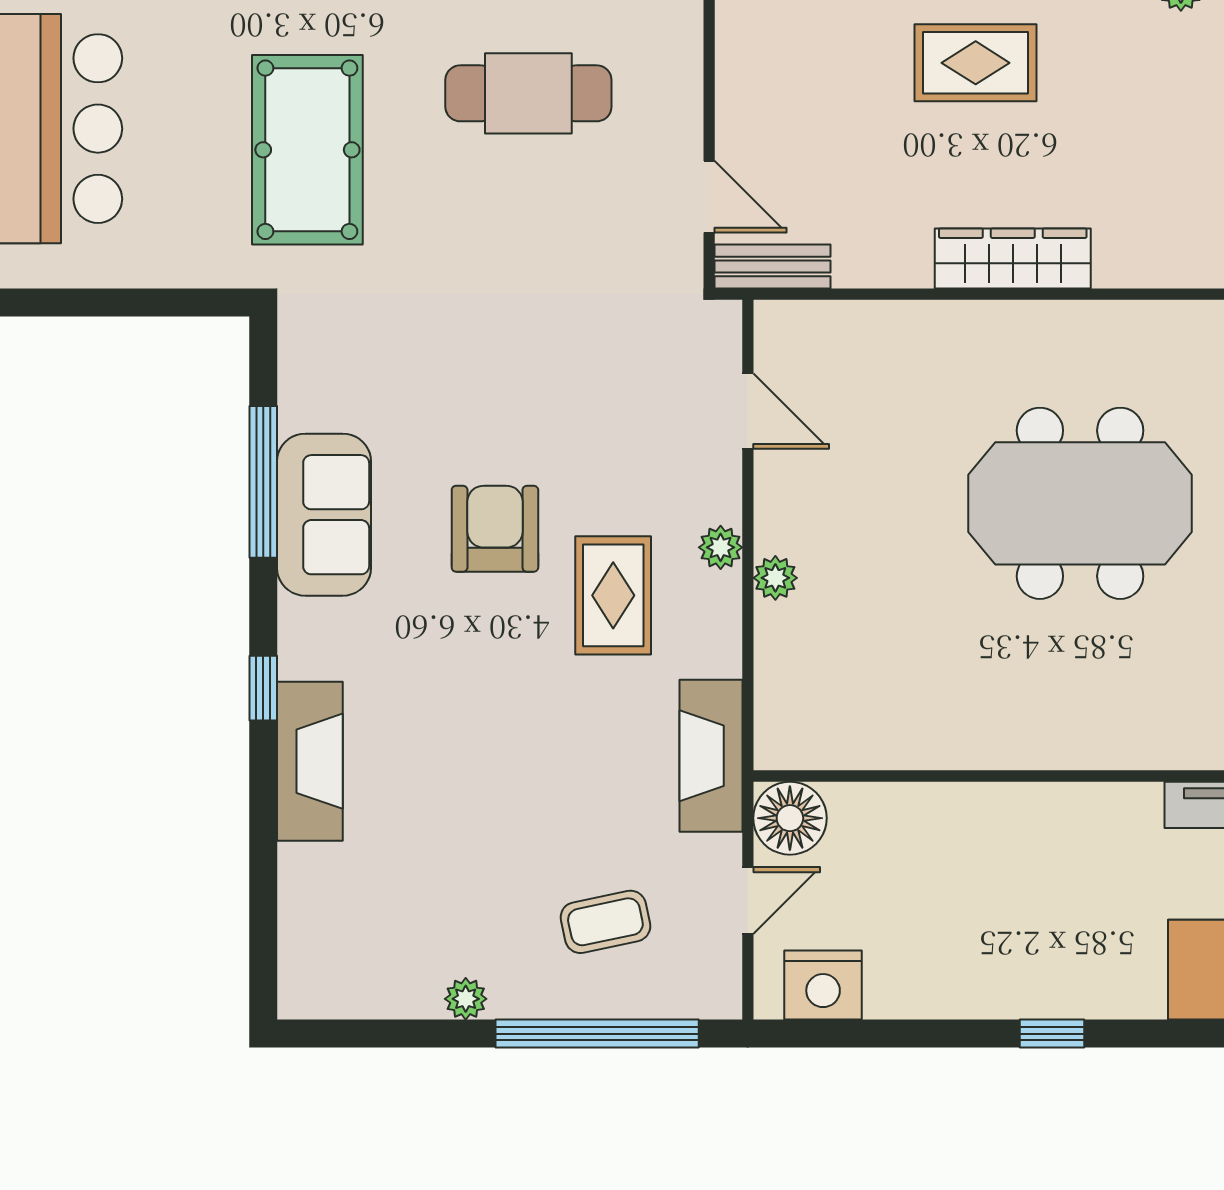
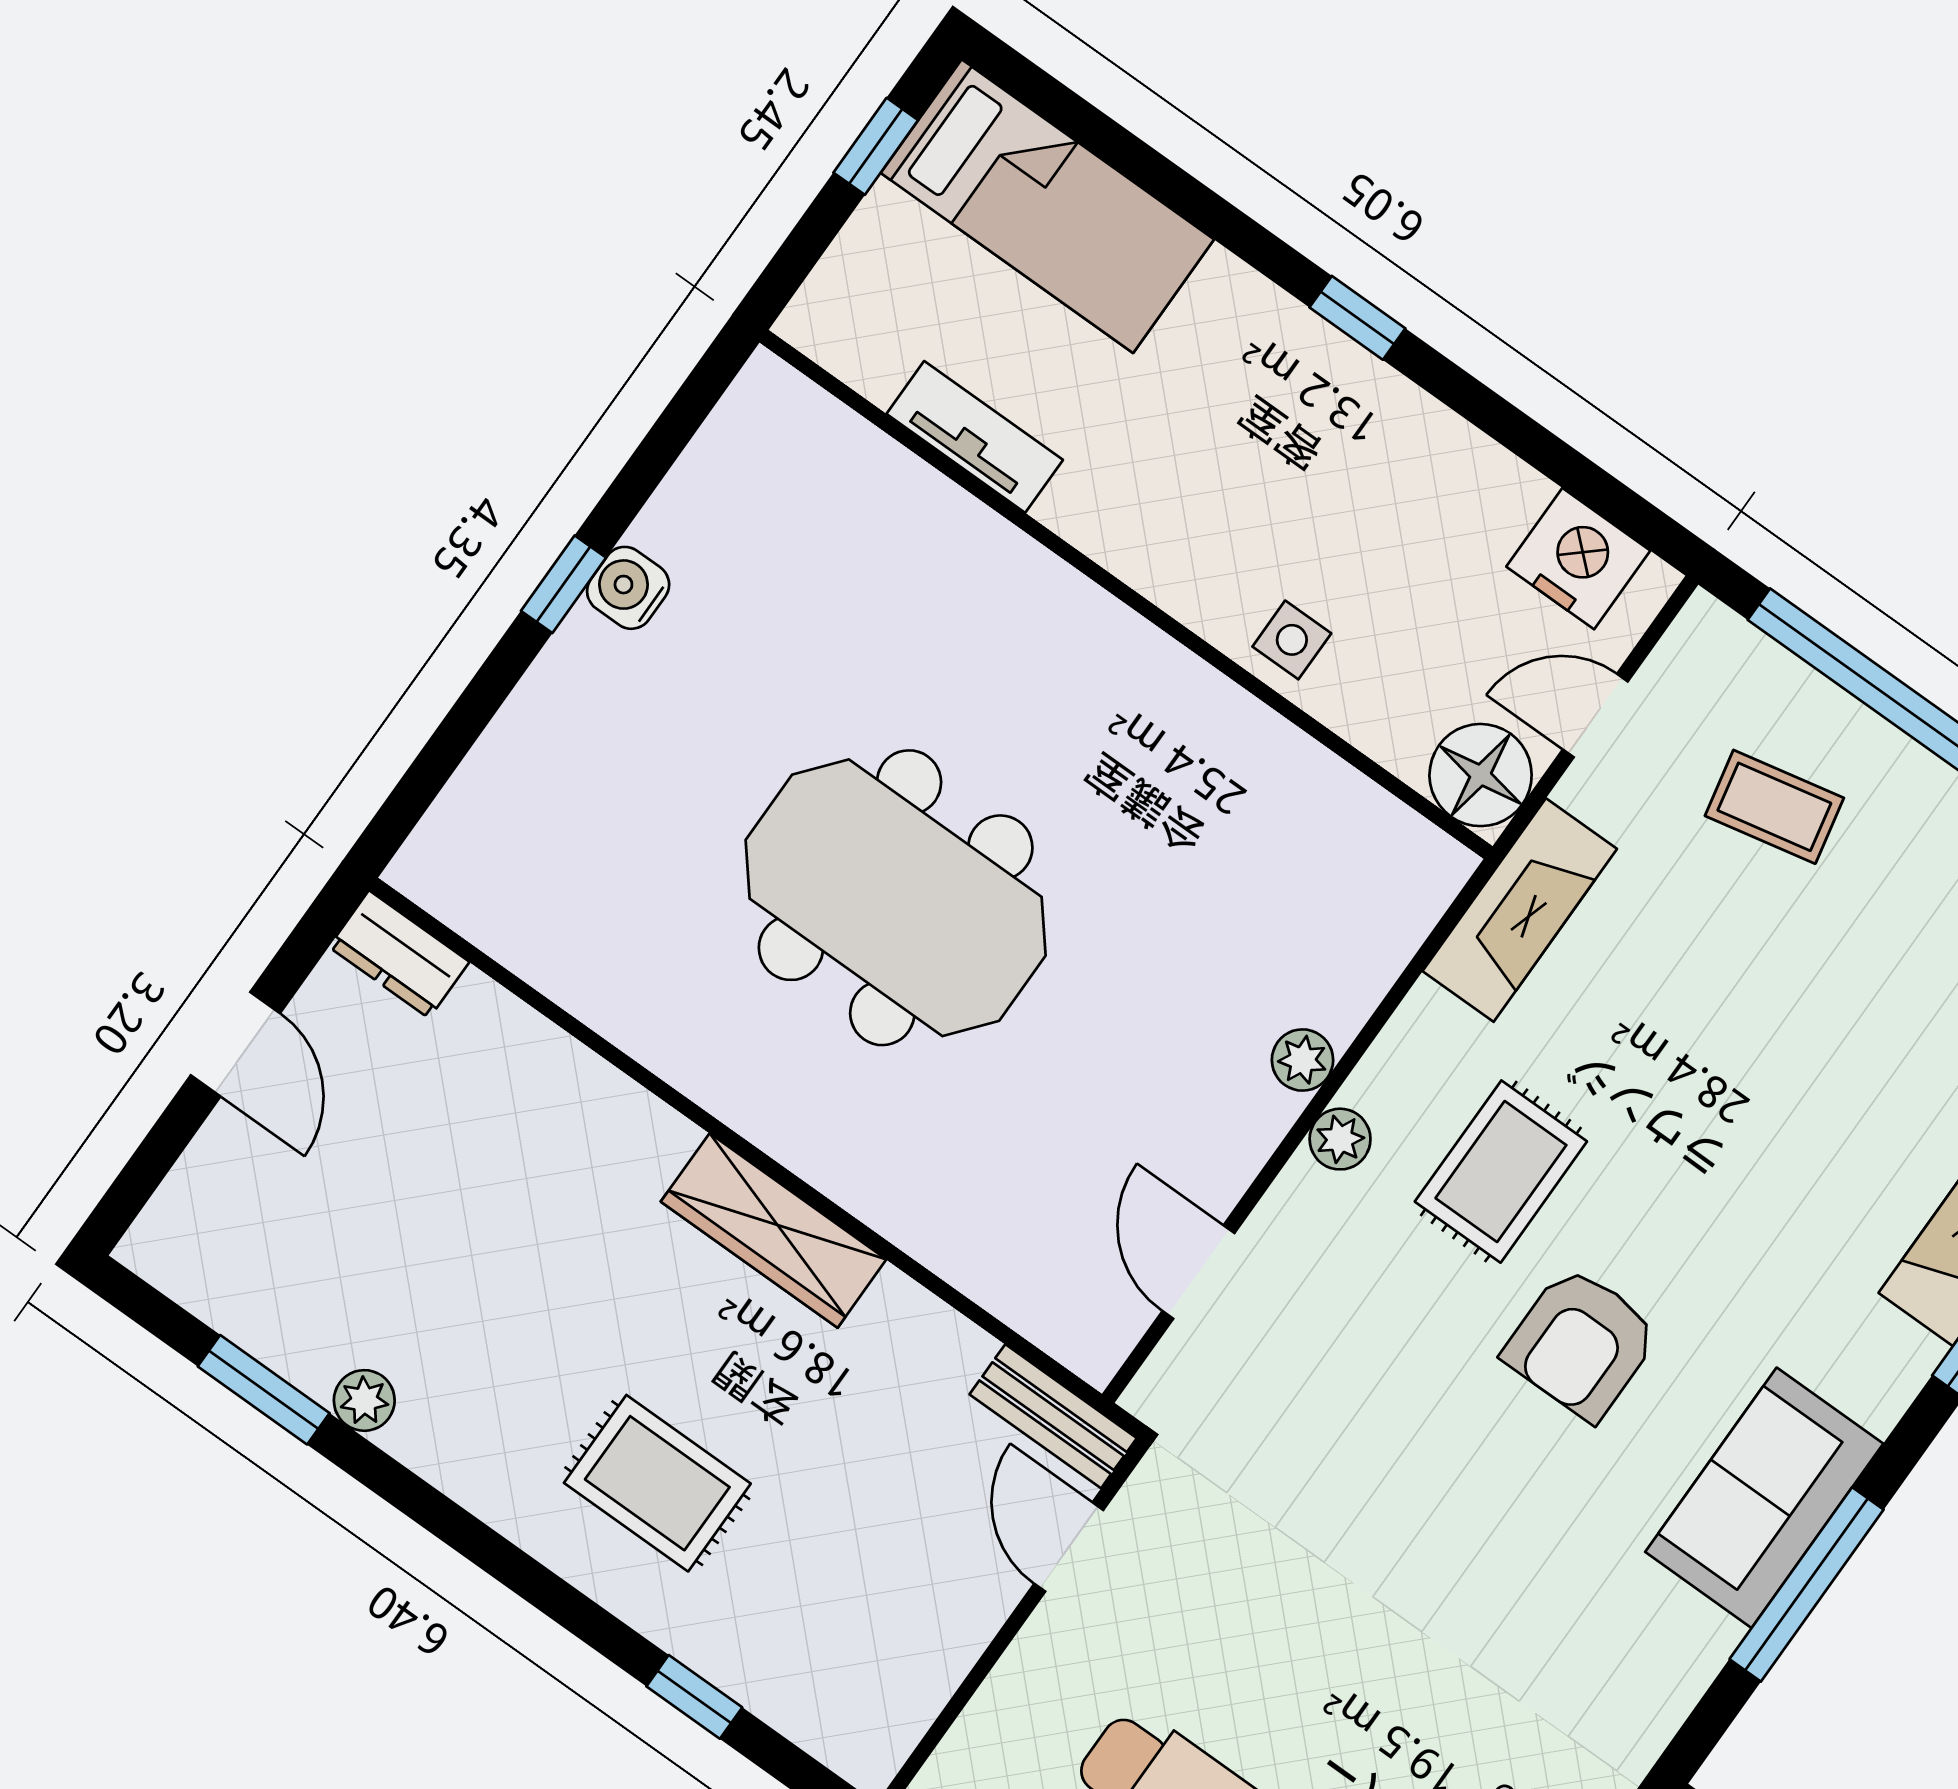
side table: (956, 818) -> (1292, 640), added

